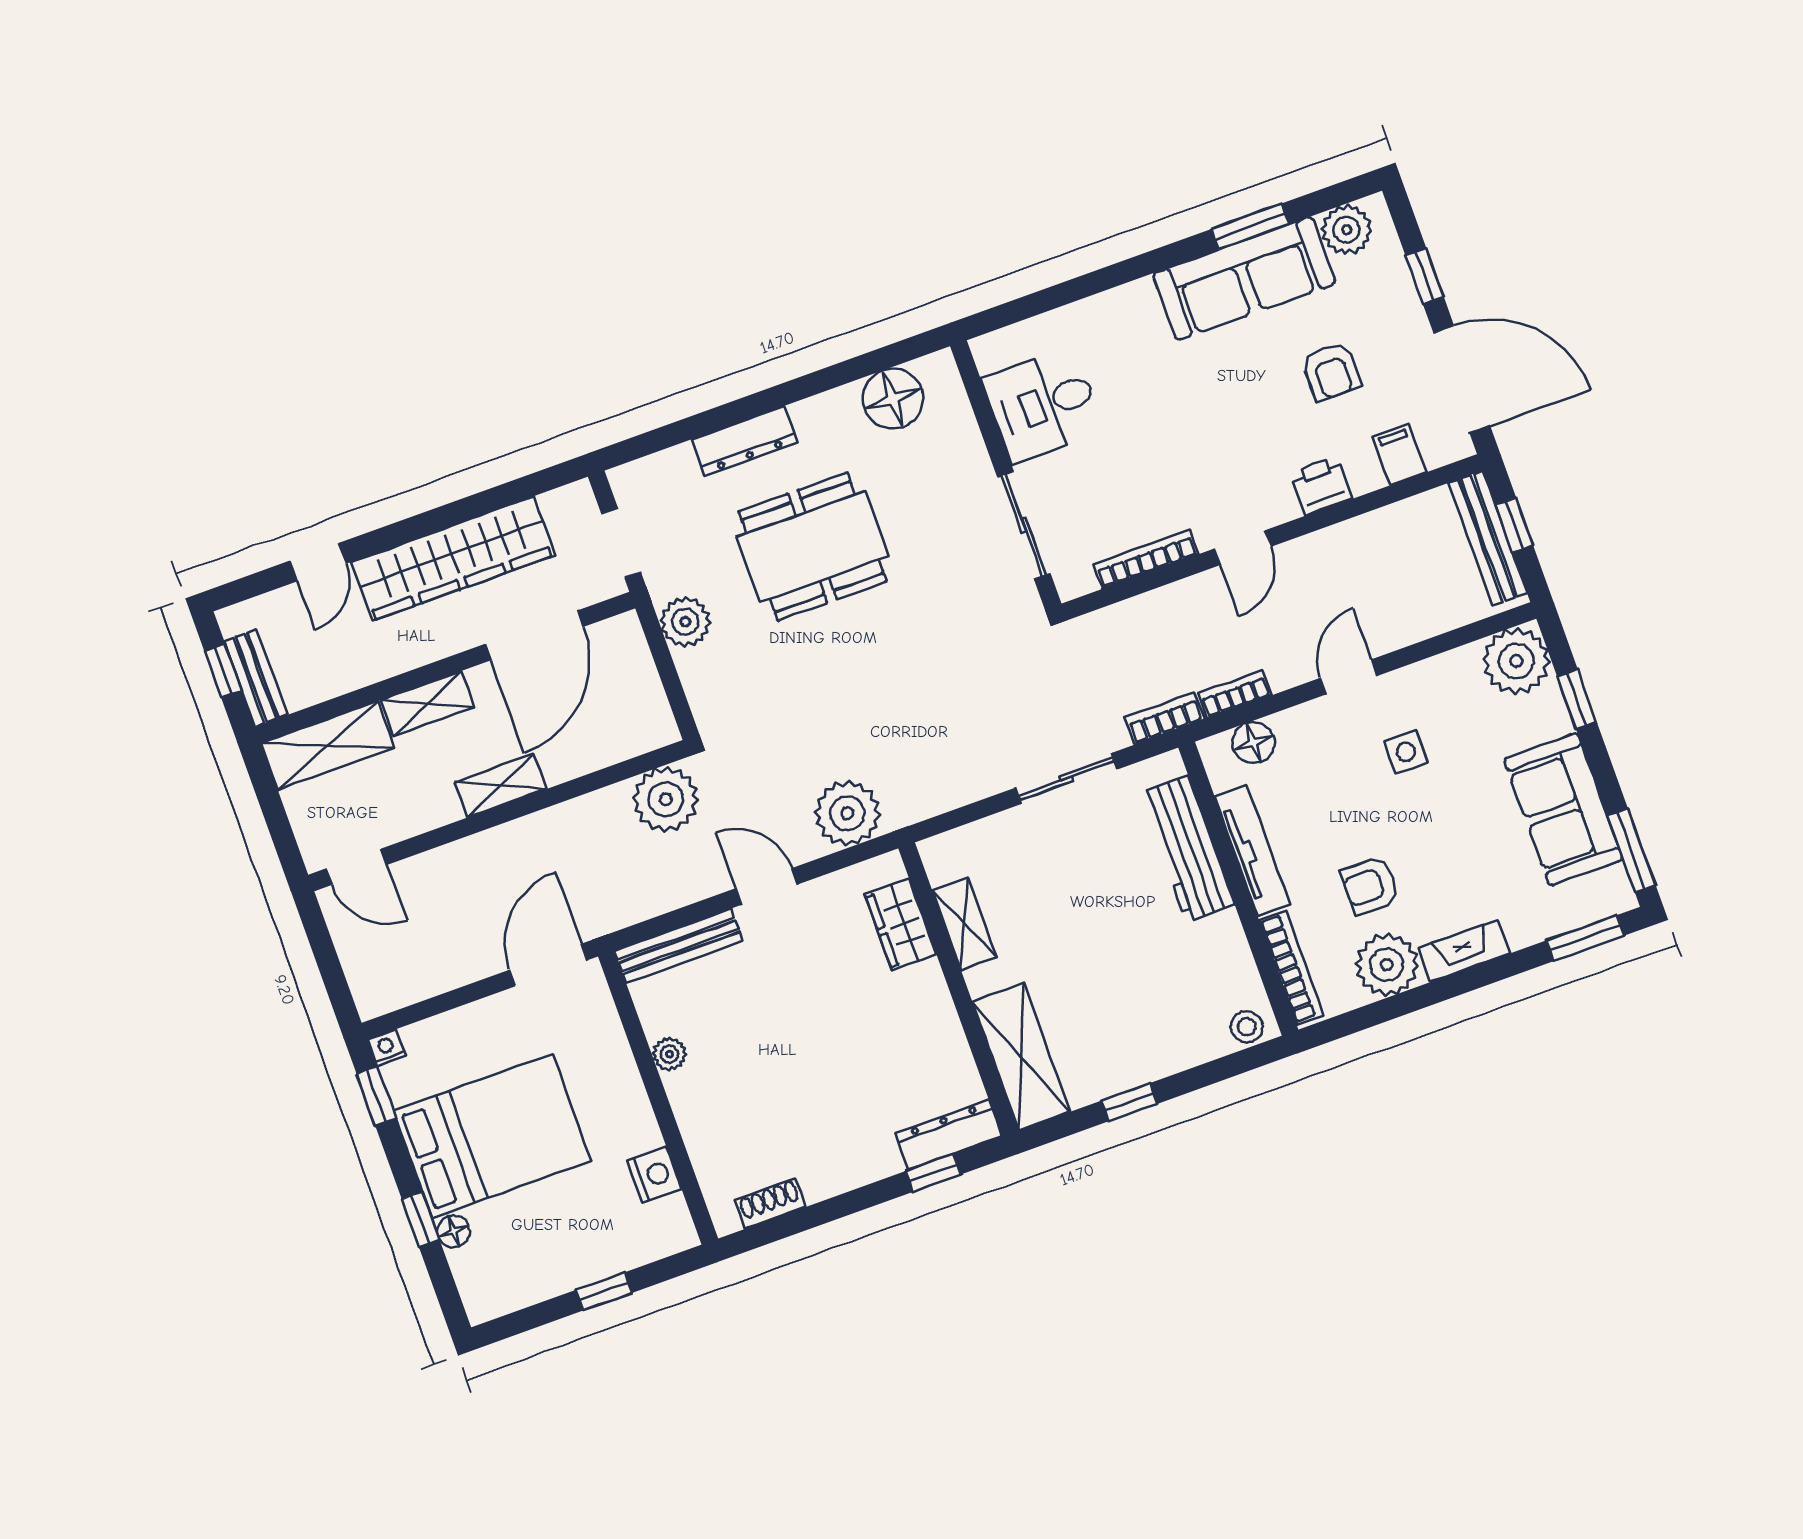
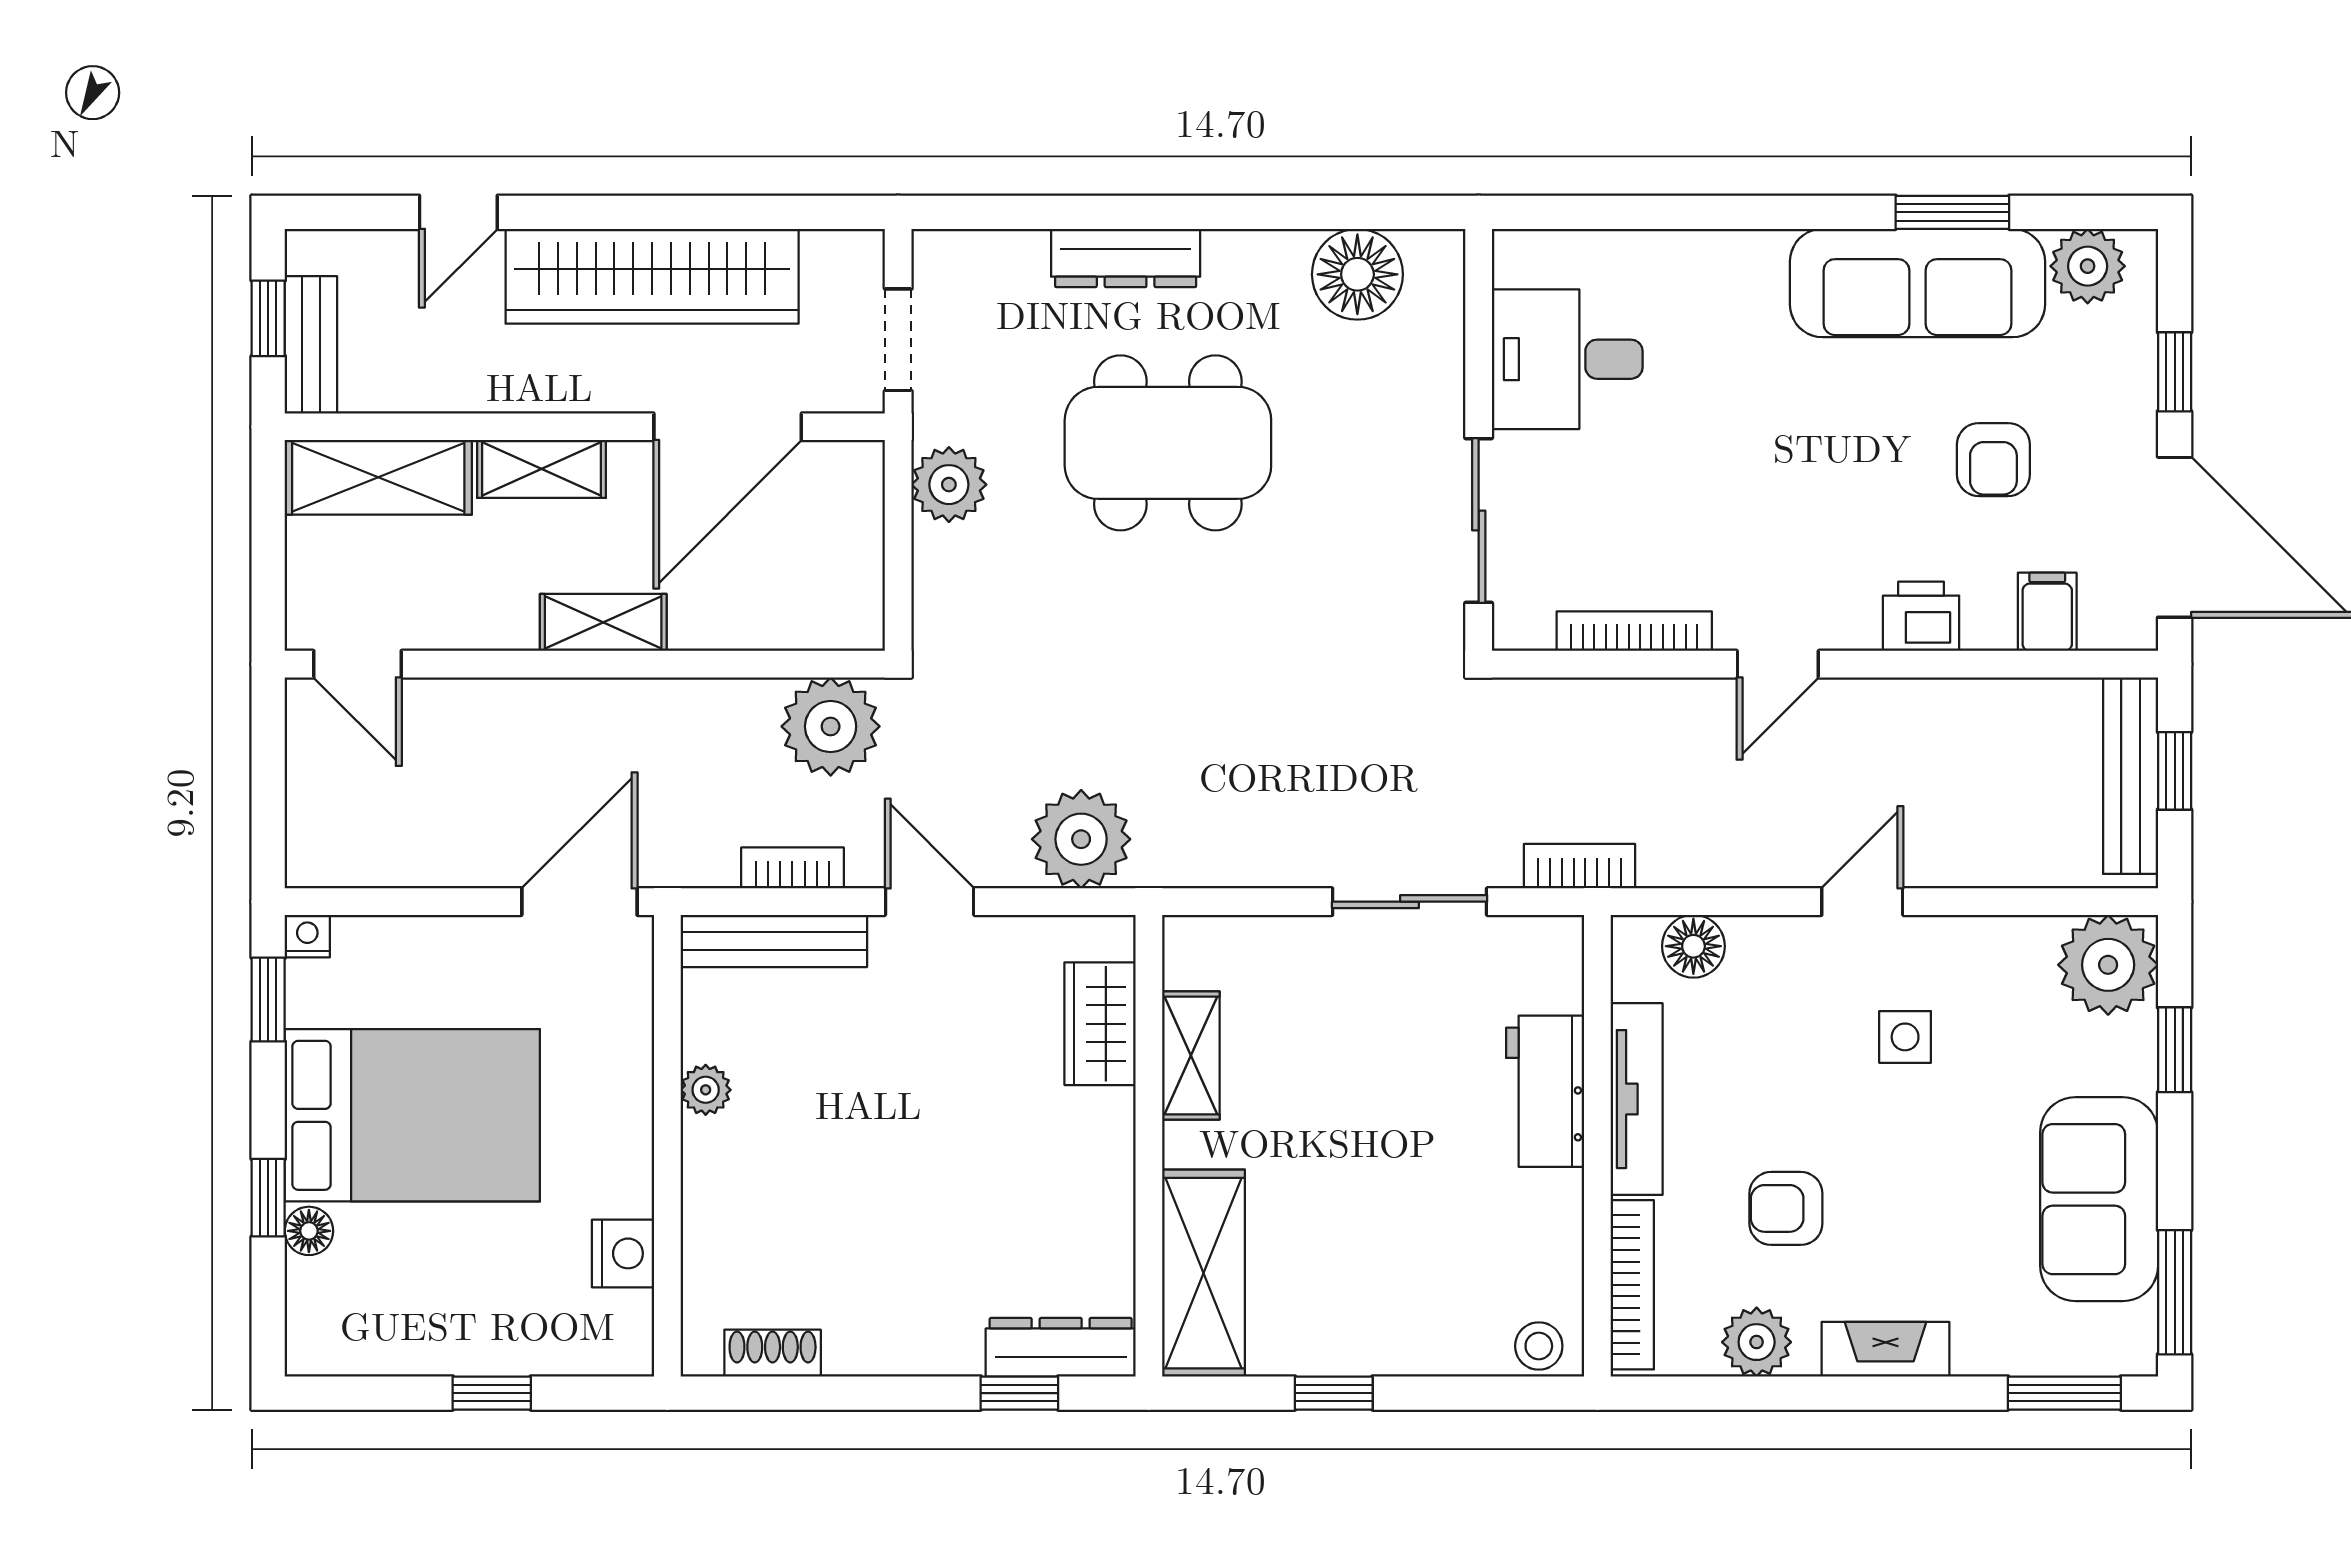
bookcase: (1235, 694) -> (792, 868), moved
workbench: (1187, 849) -> (1545, 1091), width x0.73
plant: (1387, 965) -> (1757, 1342), width x0.73, depth x0.73

